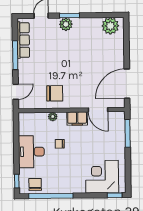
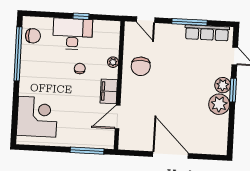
plant: (110, 26) -> (219, 104), moved
door: (127, 84) -> (170, 155), moved
window: (17, 181) -> (81, 16), moved
window: (115, 195) -> (14, 130), removed

